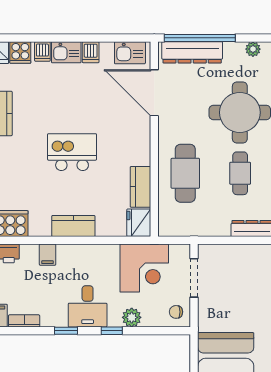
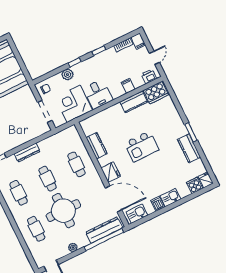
dishwasher: (42, 51) -> (183, 192), removed
cafe table: (185, 173) -> (76, 164), width x0.73, depth x0.74
fridge: (139, 223) -> (111, 172), moved
kitchen counter: (73, 226) -> (134, 102), moved
desk: (88, 306) -> (98, 94), moved, turned 180

